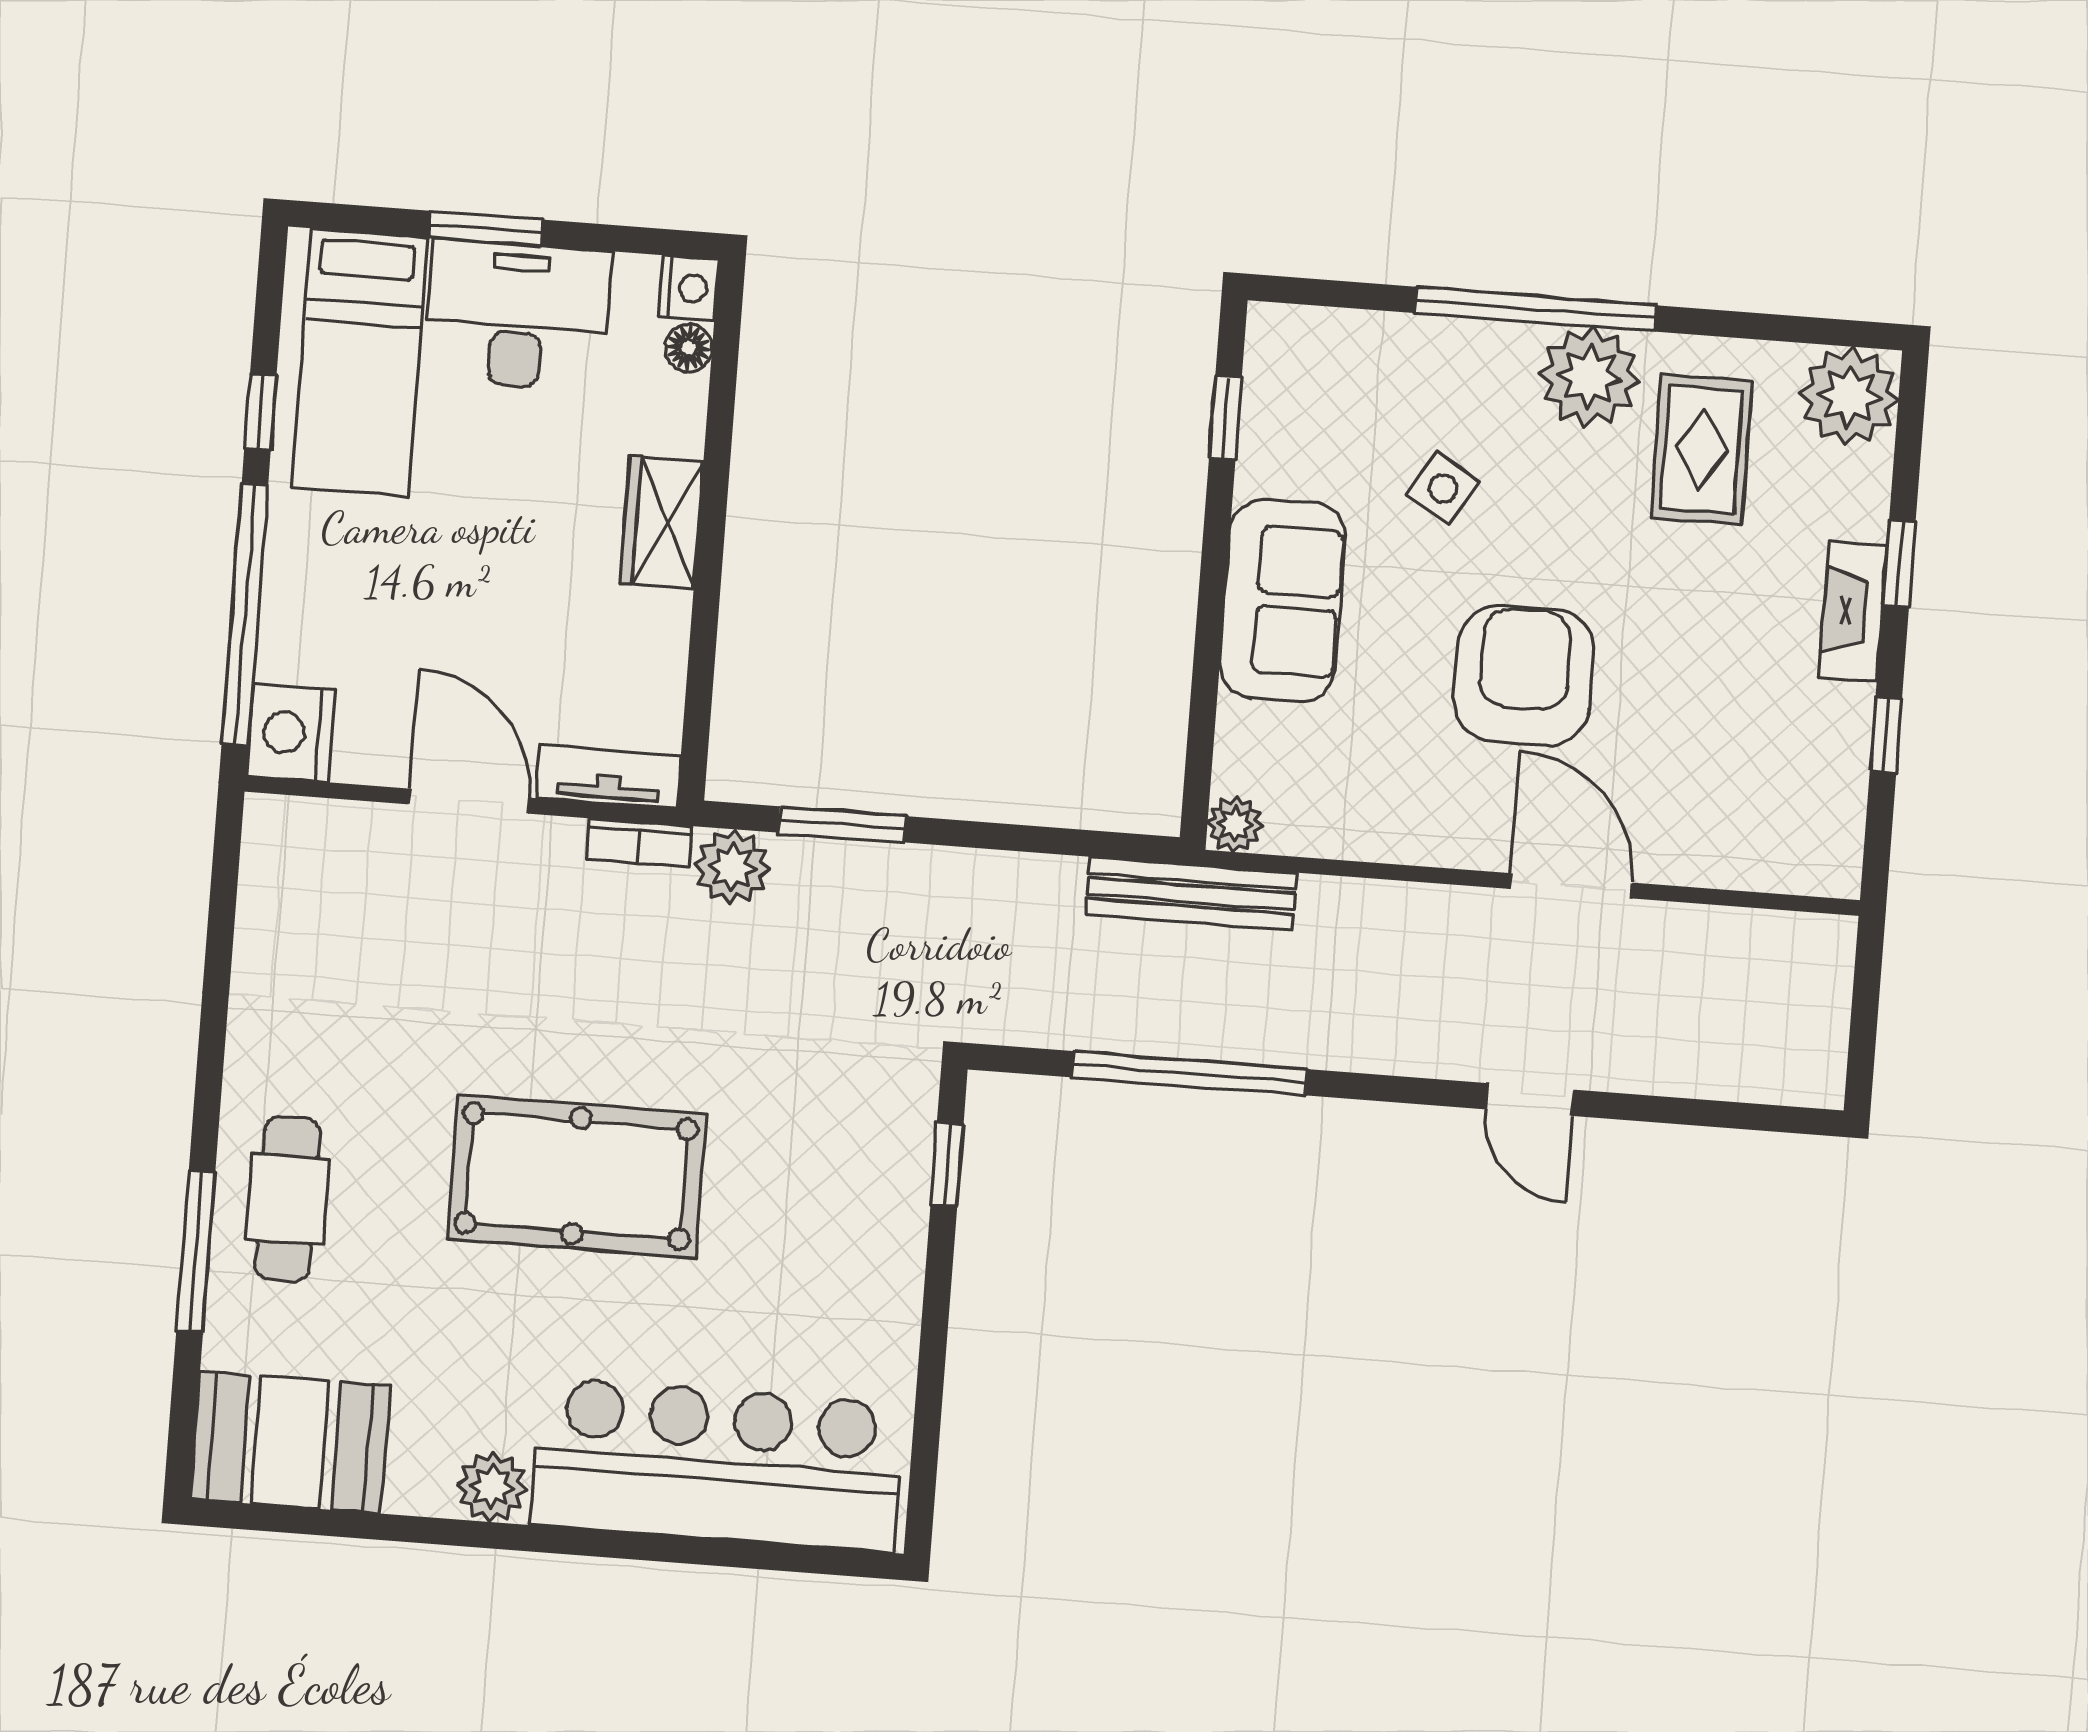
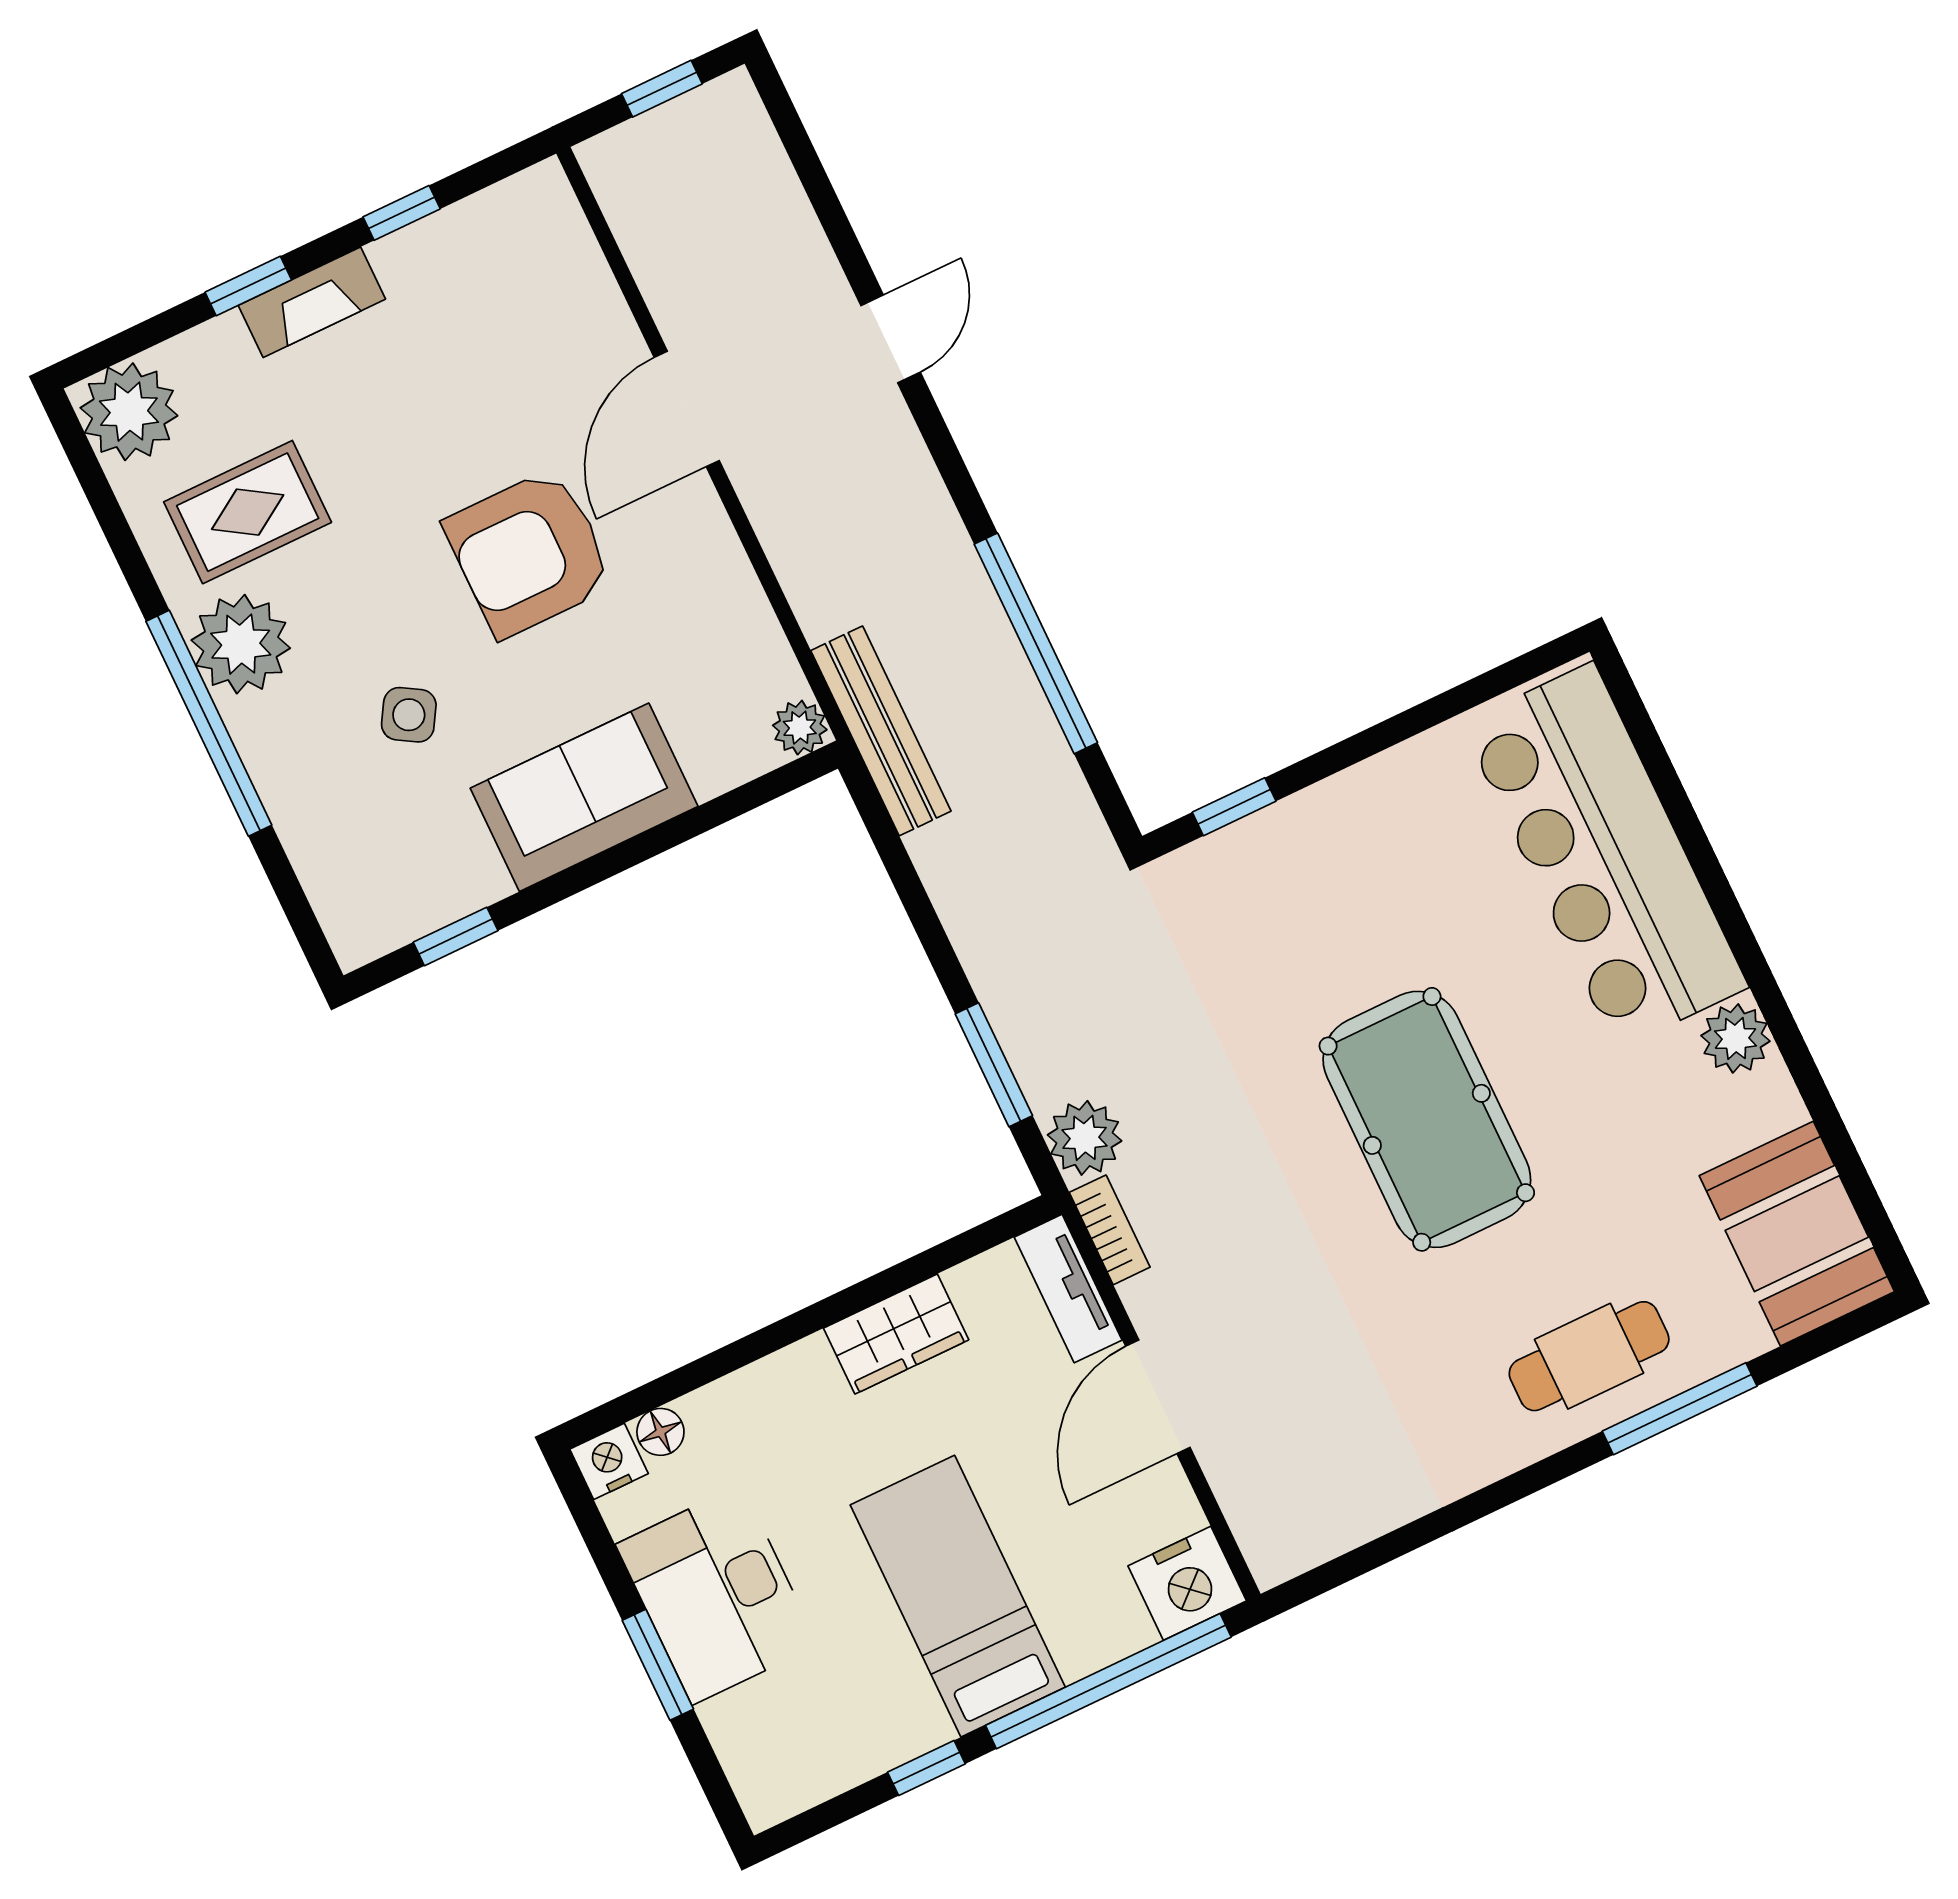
bed: (360, 362) -> (958, 1596), moved, turned -90
wardrobe: (662, 522) -> (896, 1334), moved
window: (1864, 1025) -> (662, 89), added

